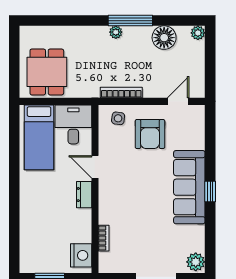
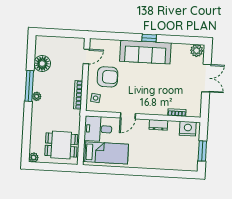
plant: (198, 33) -> (34, 157), moved
door: (178, 101) -> (86, 56), swing flipped
dresser: (84, 195) -> (158, 125), moved

